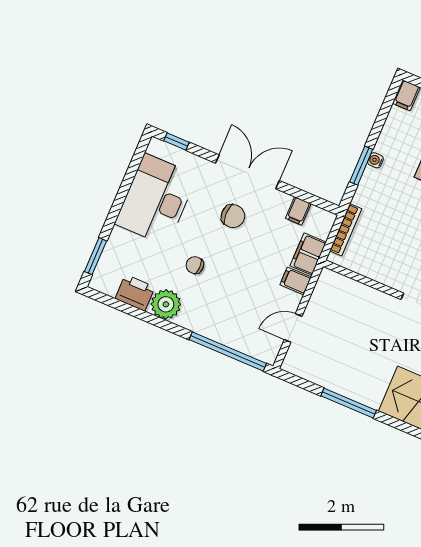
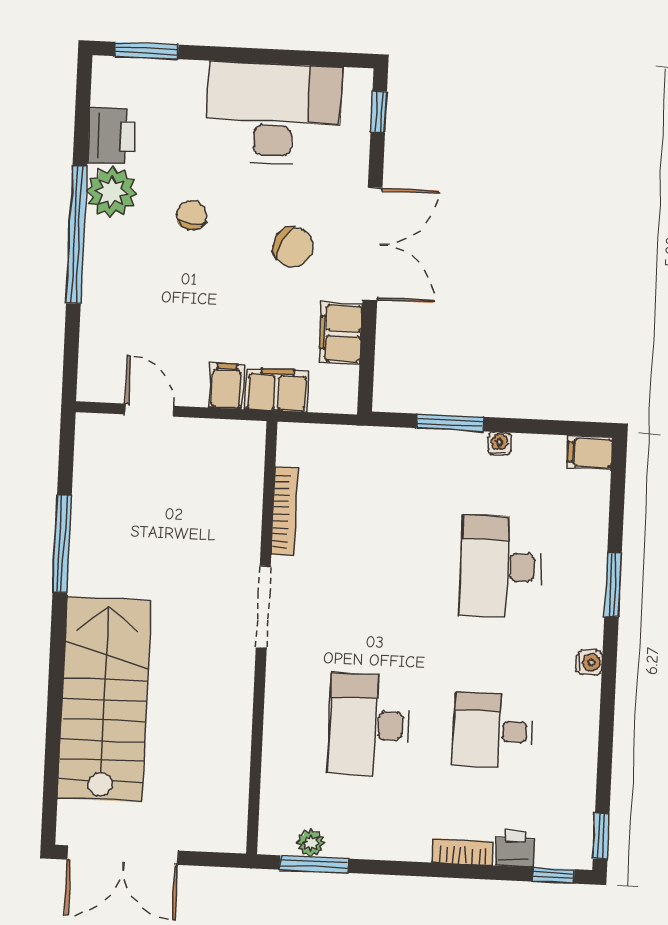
water cooler: (376, 160) -> (499, 444), moved
filing cabinet: (298, 211) -> (341, 333), width x2.00
chair: (233, 216) -> (293, 247), turned -62
bookcase: (346, 230) -> (285, 511), moved, turned -90
window: (228, 352) -> (77, 235), moved

